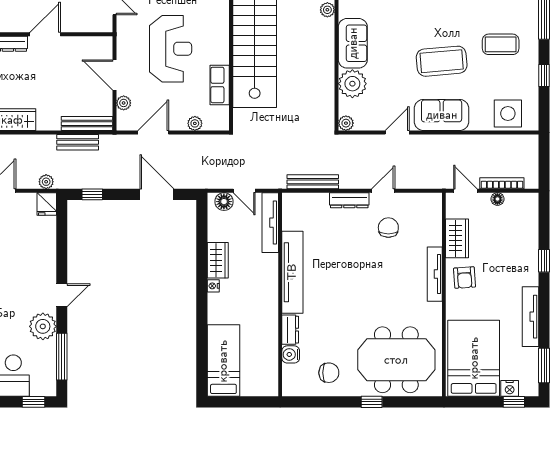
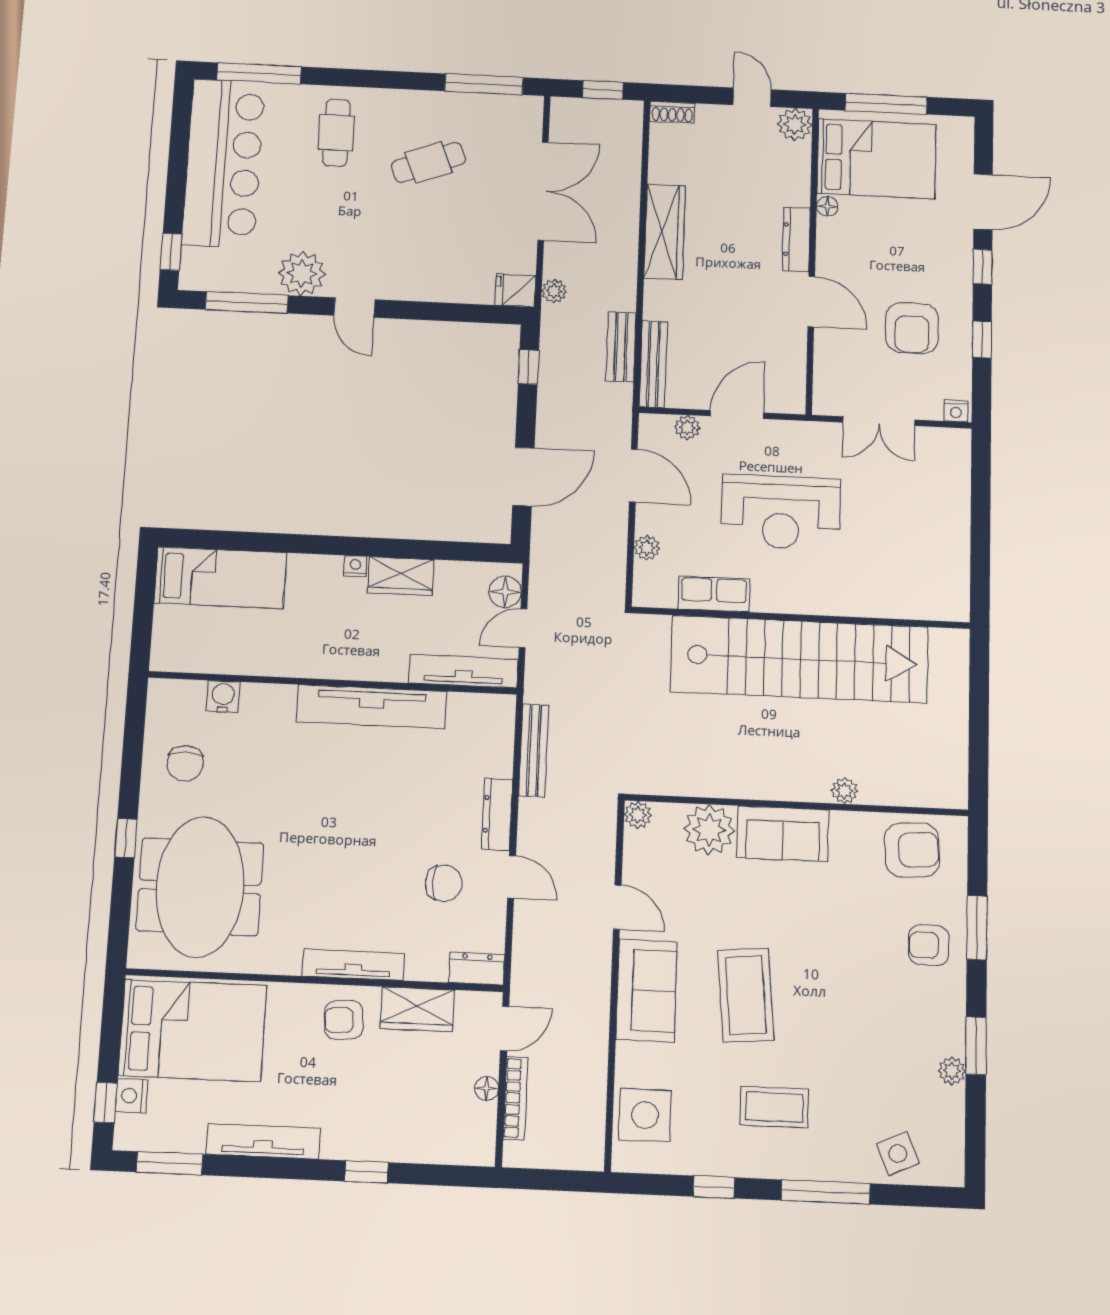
coffee table: (501, 44) -> (774, 1107), turned 90
dresser: (290, 330) -> (477, 969), moved, turned 180

